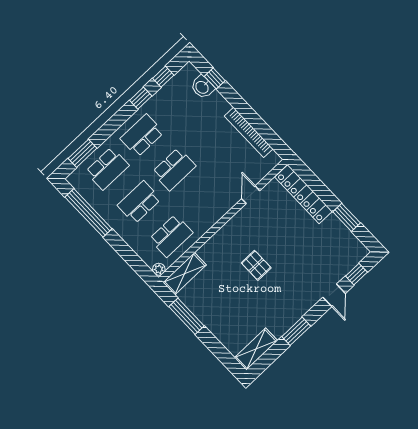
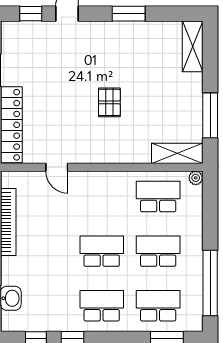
school desk: (142, 136) -> (102, 306), turned 180
door: (251, 195) -> (57, 167), hinge flipped
school desk: (139, 202) -> (158, 251), turned 180
shelving: (256, 349) -> (193, 46), moved, turned 90

